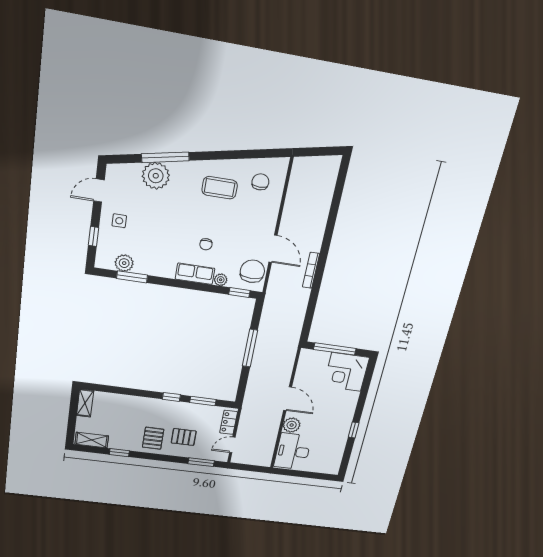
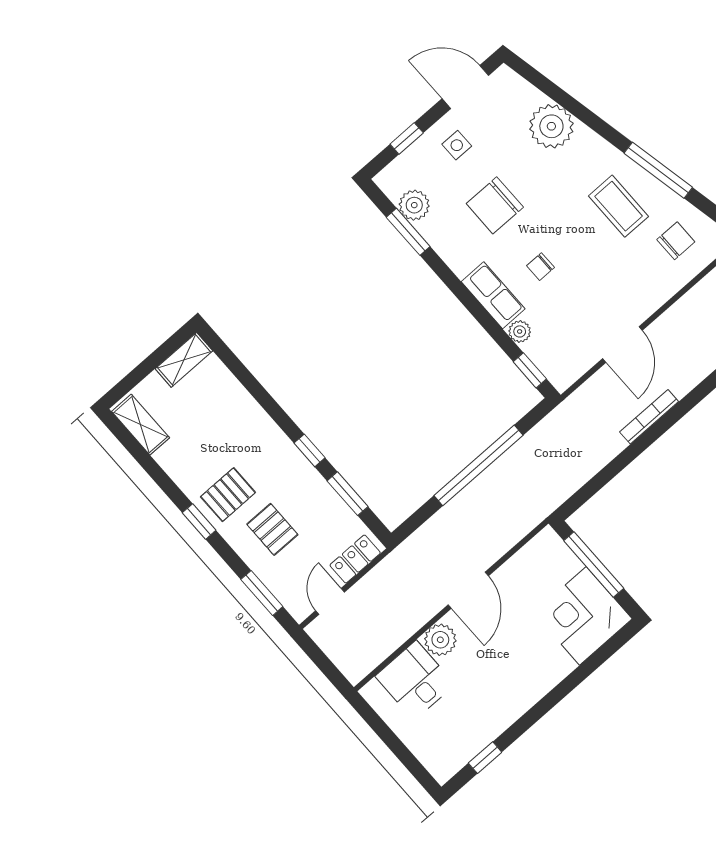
window: (165, 157) -> (658, 170), moved
door: (99, 190) -> (465, 87), width x1.38
chair: (252, 271) -> (495, 205), moved, turned 180
window: (250, 348) -> (478, 465), width x1.46
window: (354, 430) -> (485, 758), moved
door: (232, 445) -> (330, 601), hinge flipped
desk: (293, 451) -> (415, 680), width x0.73
window: (119, 453) -> (199, 521), moved

